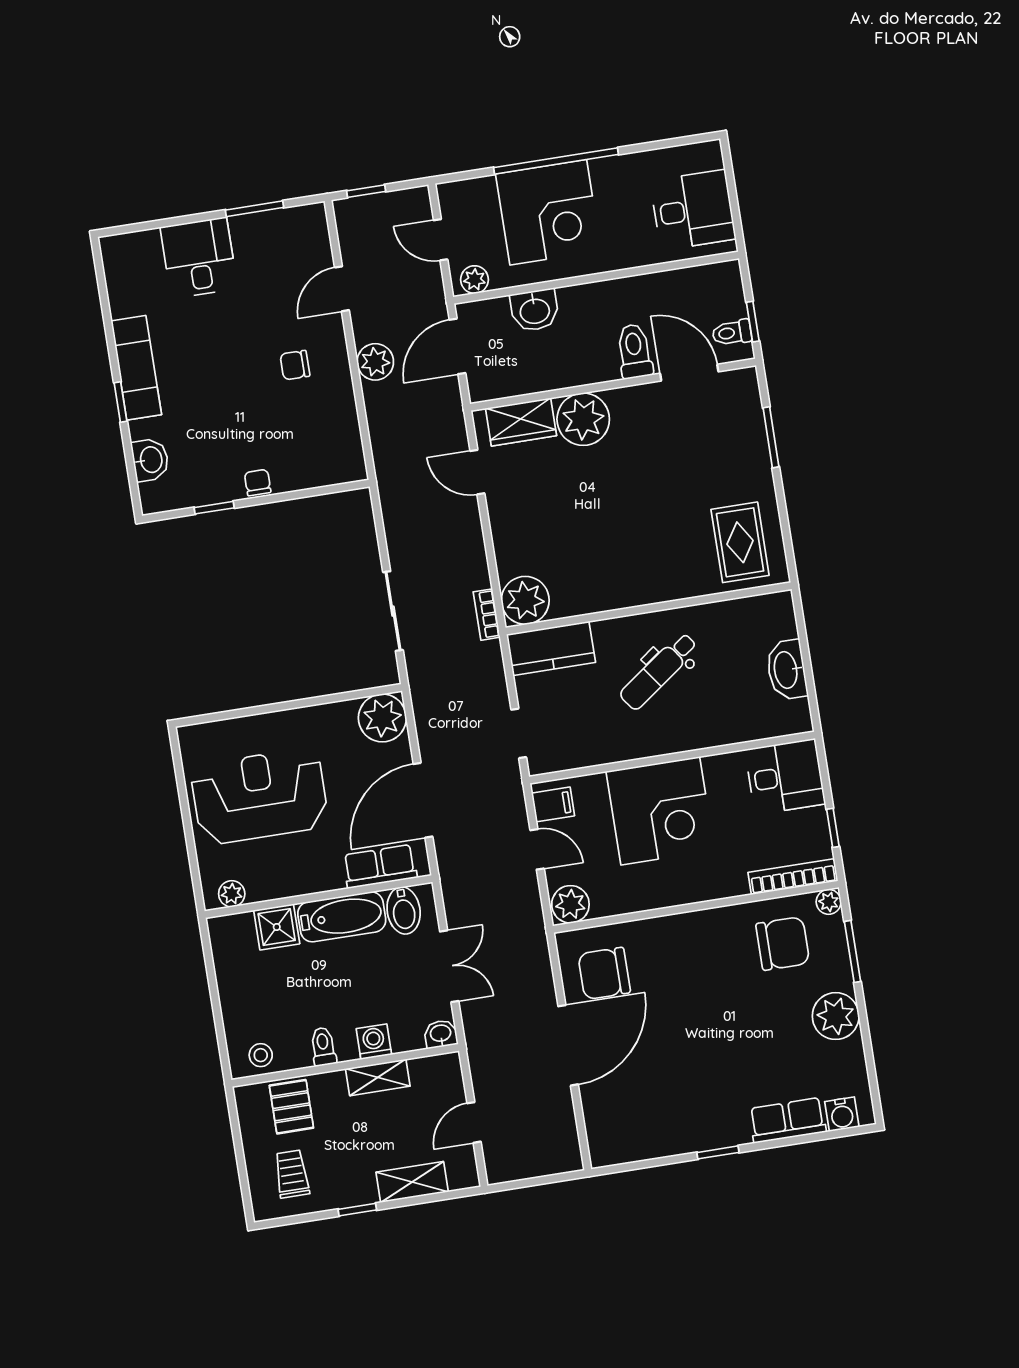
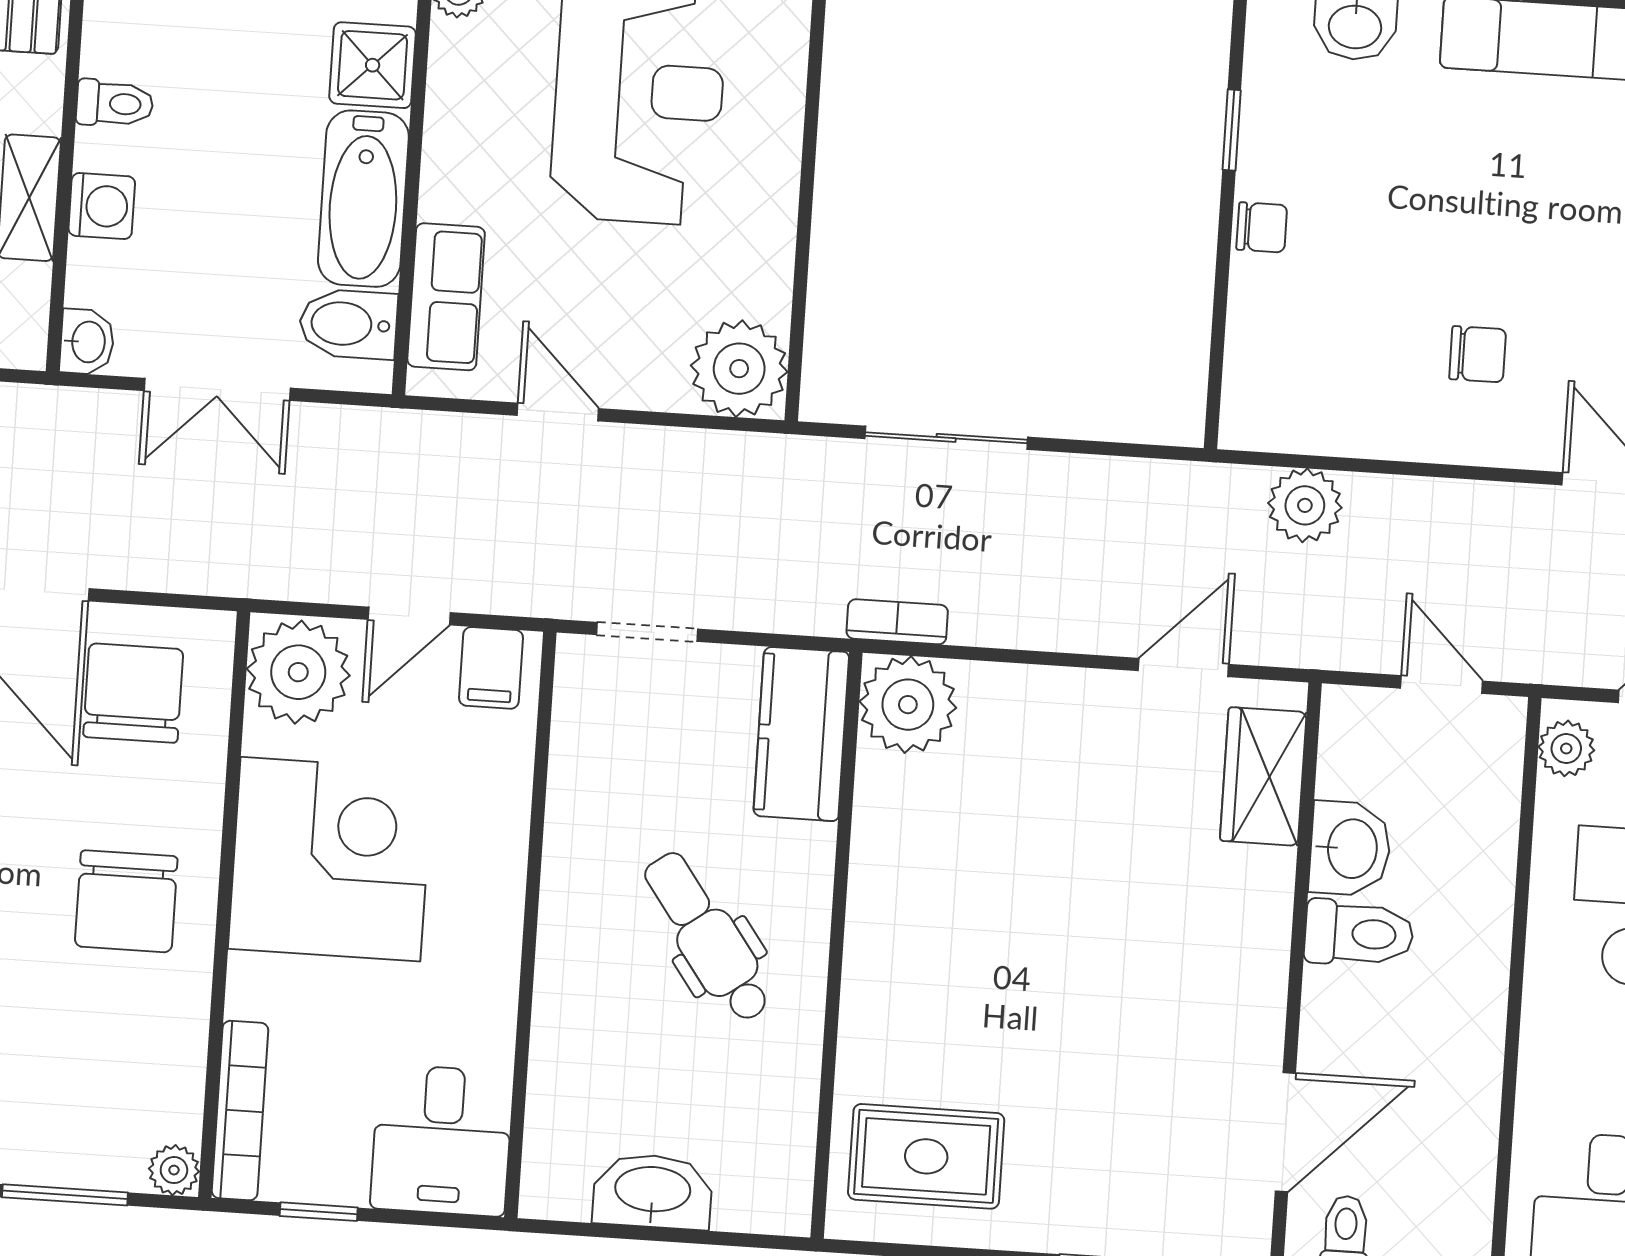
washbasin: (535, 310) -> (1350, 849), moved, turned 180
door: (457, 346) -> (1442, 685), width x0.73
toilet: (634, 351) -> (1359, 933), moved
plant: (375, 362) -> (1305, 505), moved
chair: (295, 365) -> (1478, 354), turned 90
plant: (583, 419) -> (1241, 901), removed
door: (423, 800) -> (558, 412), width x0.53
corner desk: (660, 811) -> (330, 859), moved, turned 180
plant: (570, 904) -> (298, 672), width x1.36, depth x1.36
chair: (783, 943) -> (126, 901), moved

